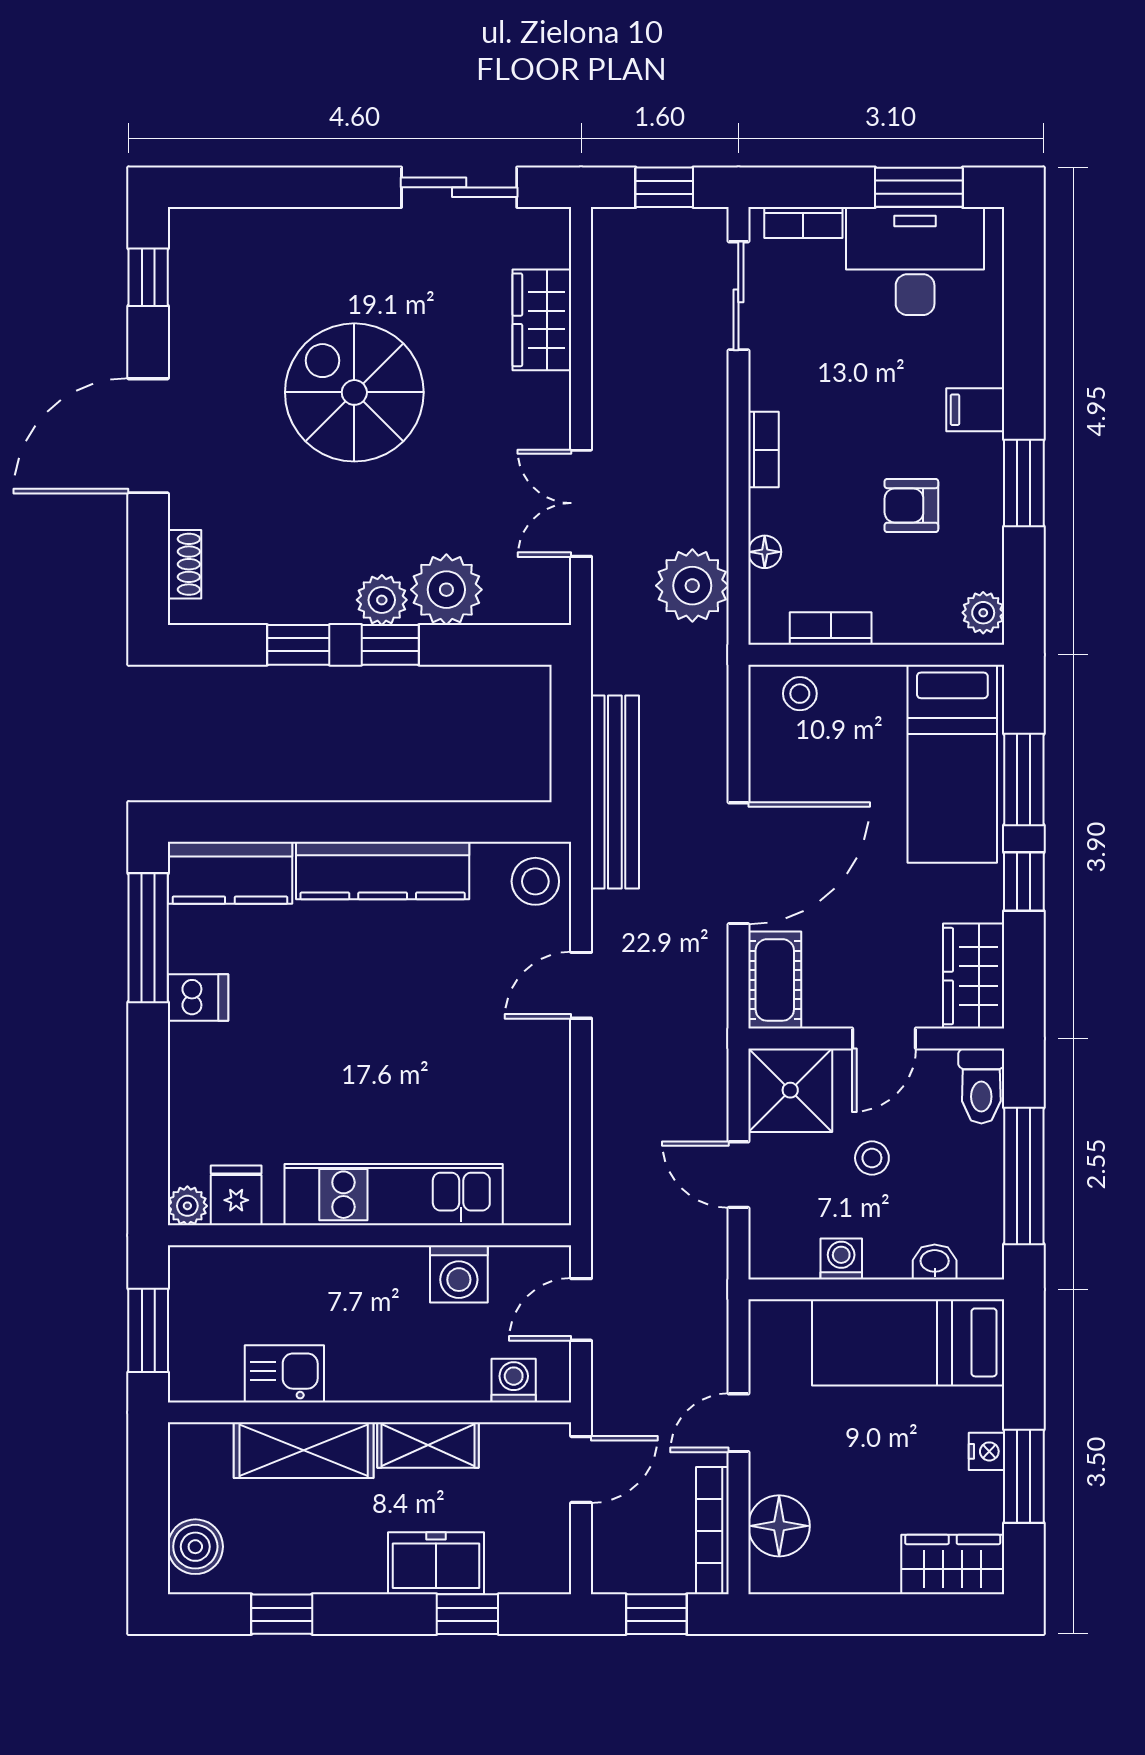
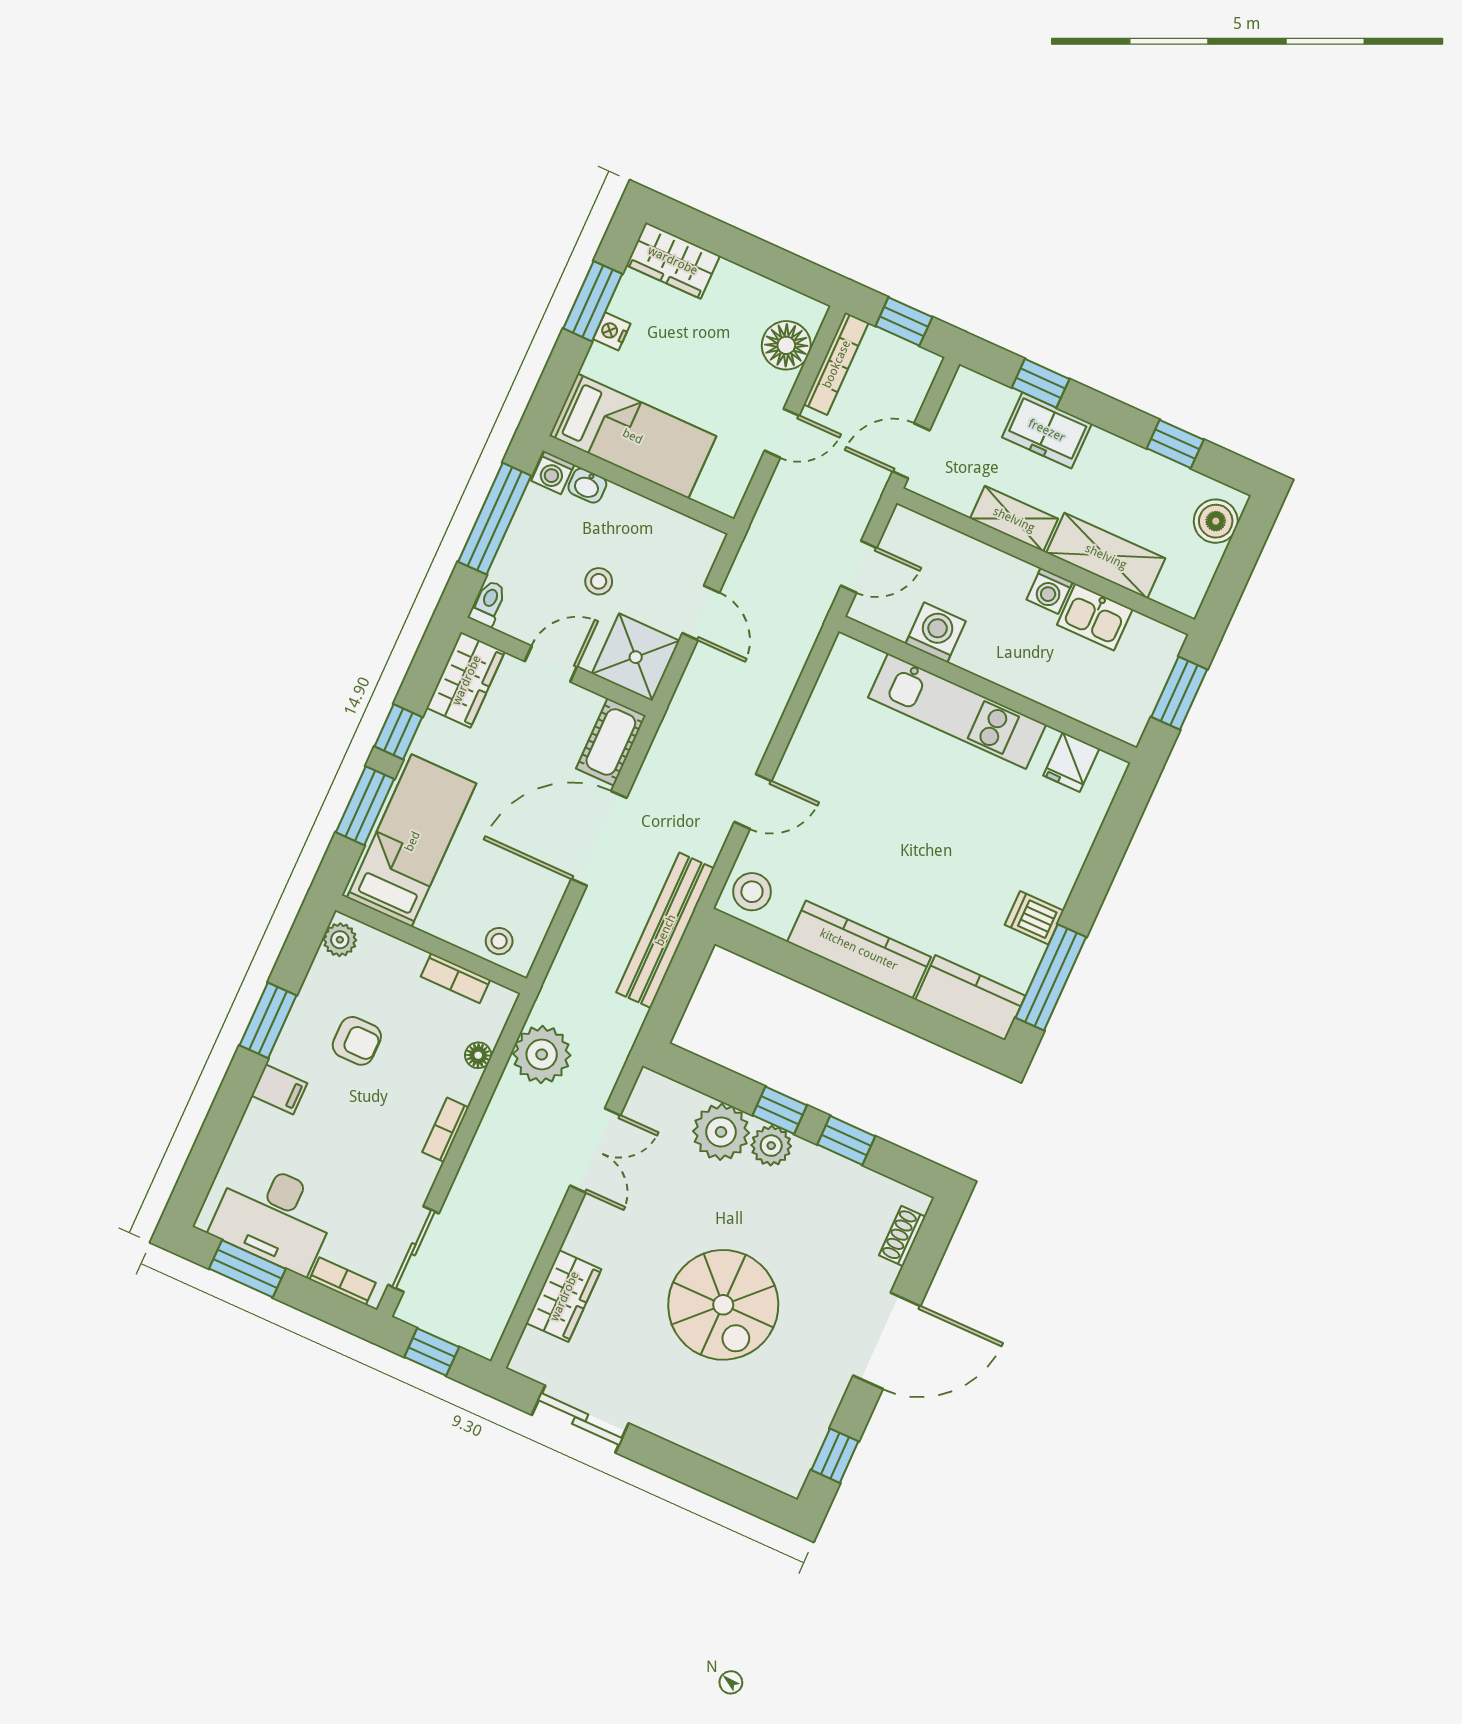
toilet: (981, 1086) -> (488, 603), width x0.73, depth x0.72
plant: (187, 1206) -> (1110, 770), removed
washing machine: (841, 1259) -> (553, 473), moved
washing machine: (514, 1381) -> (1050, 591), moved

